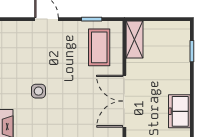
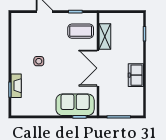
shelving: (135, 40) -> (105, 36), moved
coffee table: (99, 47) -> (81, 31), turned 90

